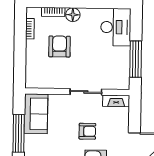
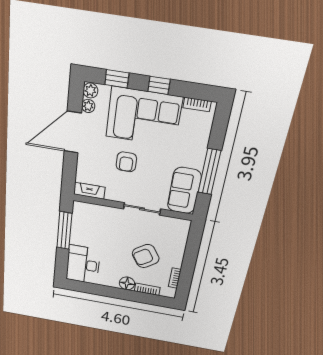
armchair: (60, 47) -> (146, 256), turned 56
sliding door: (86, 92) -> (142, 209), moved
armchair: (87, 131) -> (126, 162), turned -90

